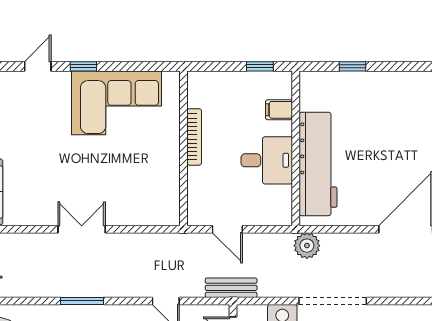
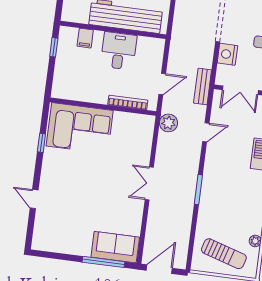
window: (83, 66) -> (41, 143), moved
corner sofa: (116, 103) -> (80, 128), moved, turned 90
bookcase: (194, 137) -> (128, 103), moved
plant: (307, 246) -> (168, 123), moved

